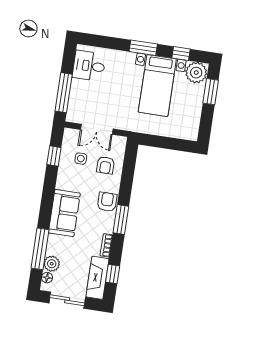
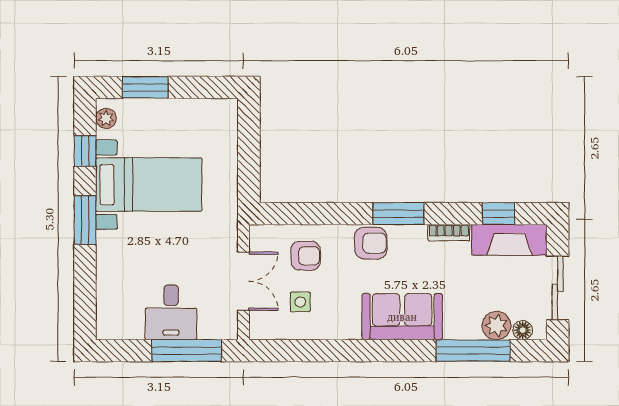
desk: (89, 66) -> (171, 312), moved
plant: (196, 73) -> (106, 118), width x0.53, depth x0.53
window: (54, 156) -> (303, 351), removed
armchair: (107, 202) -> (371, 243), turned 180

